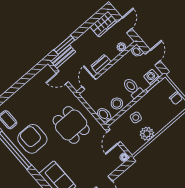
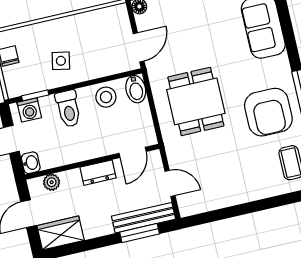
bench: (63, 57) -> (143, 218), width x1.36
side table: (136, 117) -> (61, 61), moved
plant: (147, 134) -> (84, 25), removed

